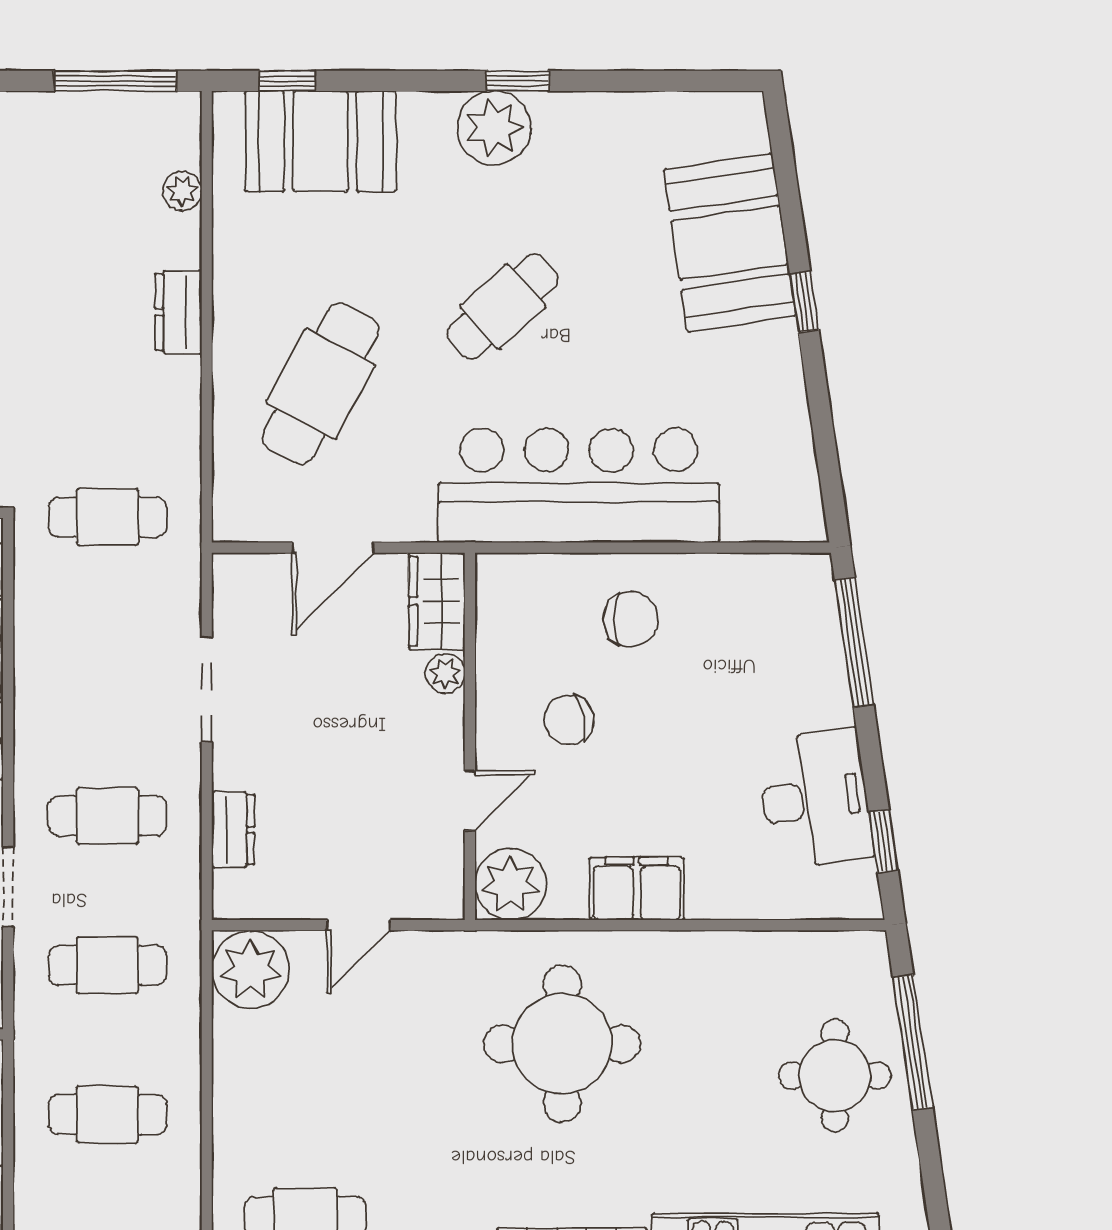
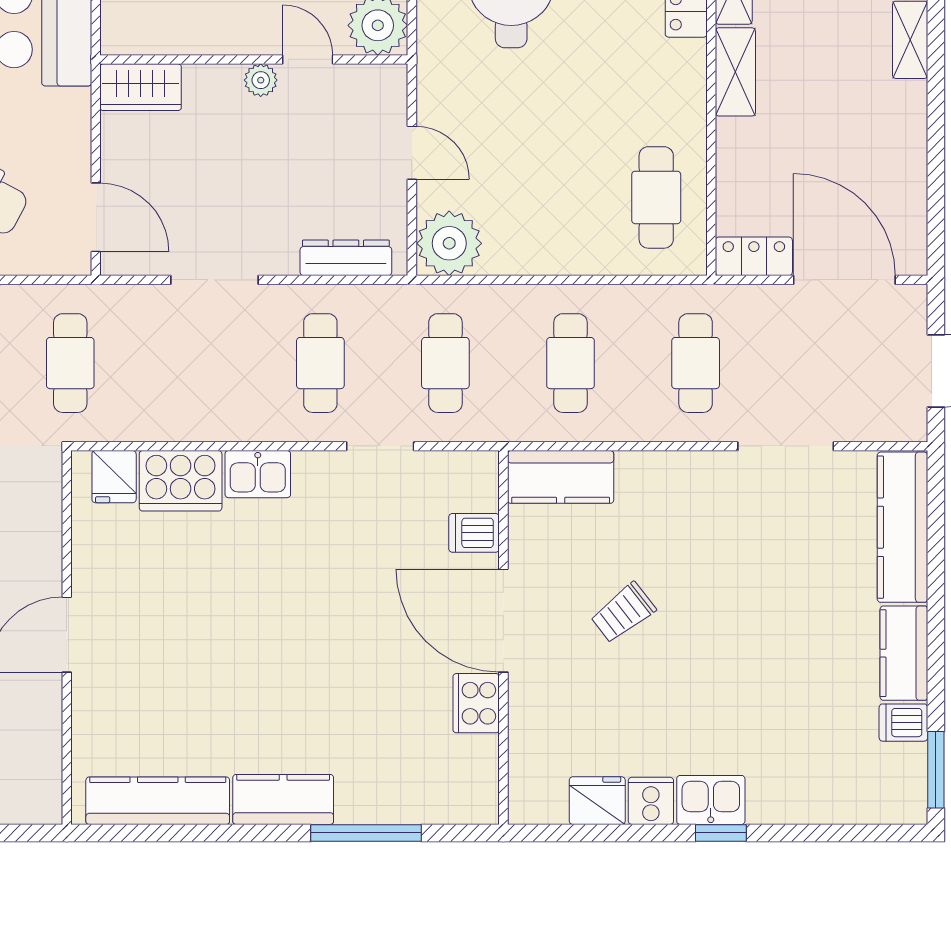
door: (333, 548) -> (96, 217), moved
plant: (445, 673) -> (261, 80), moved
dresser: (233, 830) -> (346, 258), width x1.44

